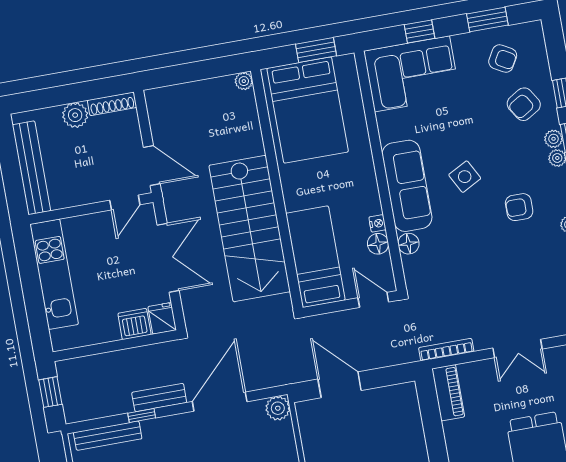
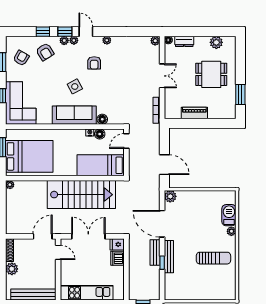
door: (340, 385) -> (164, 165), swing flipped
piano: (448, 393) -> (194, 113), moved
bench: (108, 436) -> (169, 257), moved

